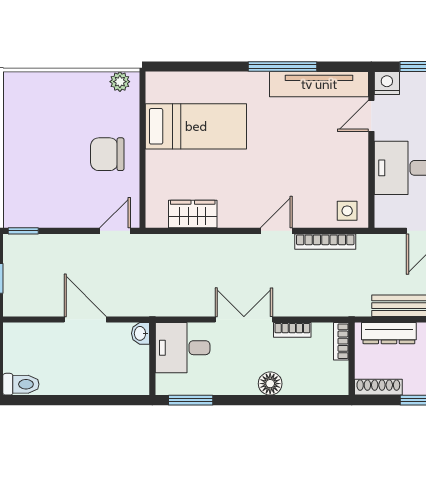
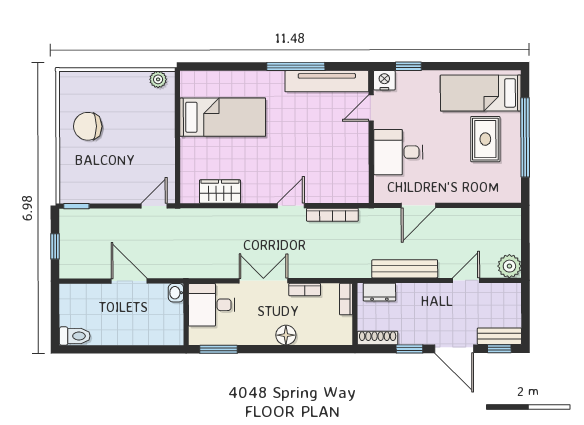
chair: (107, 154) -> (88, 126), moved
side table: (347, 211) -> (351, 189), removed
dresser: (389, 333) -> (379, 292), width x0.70

